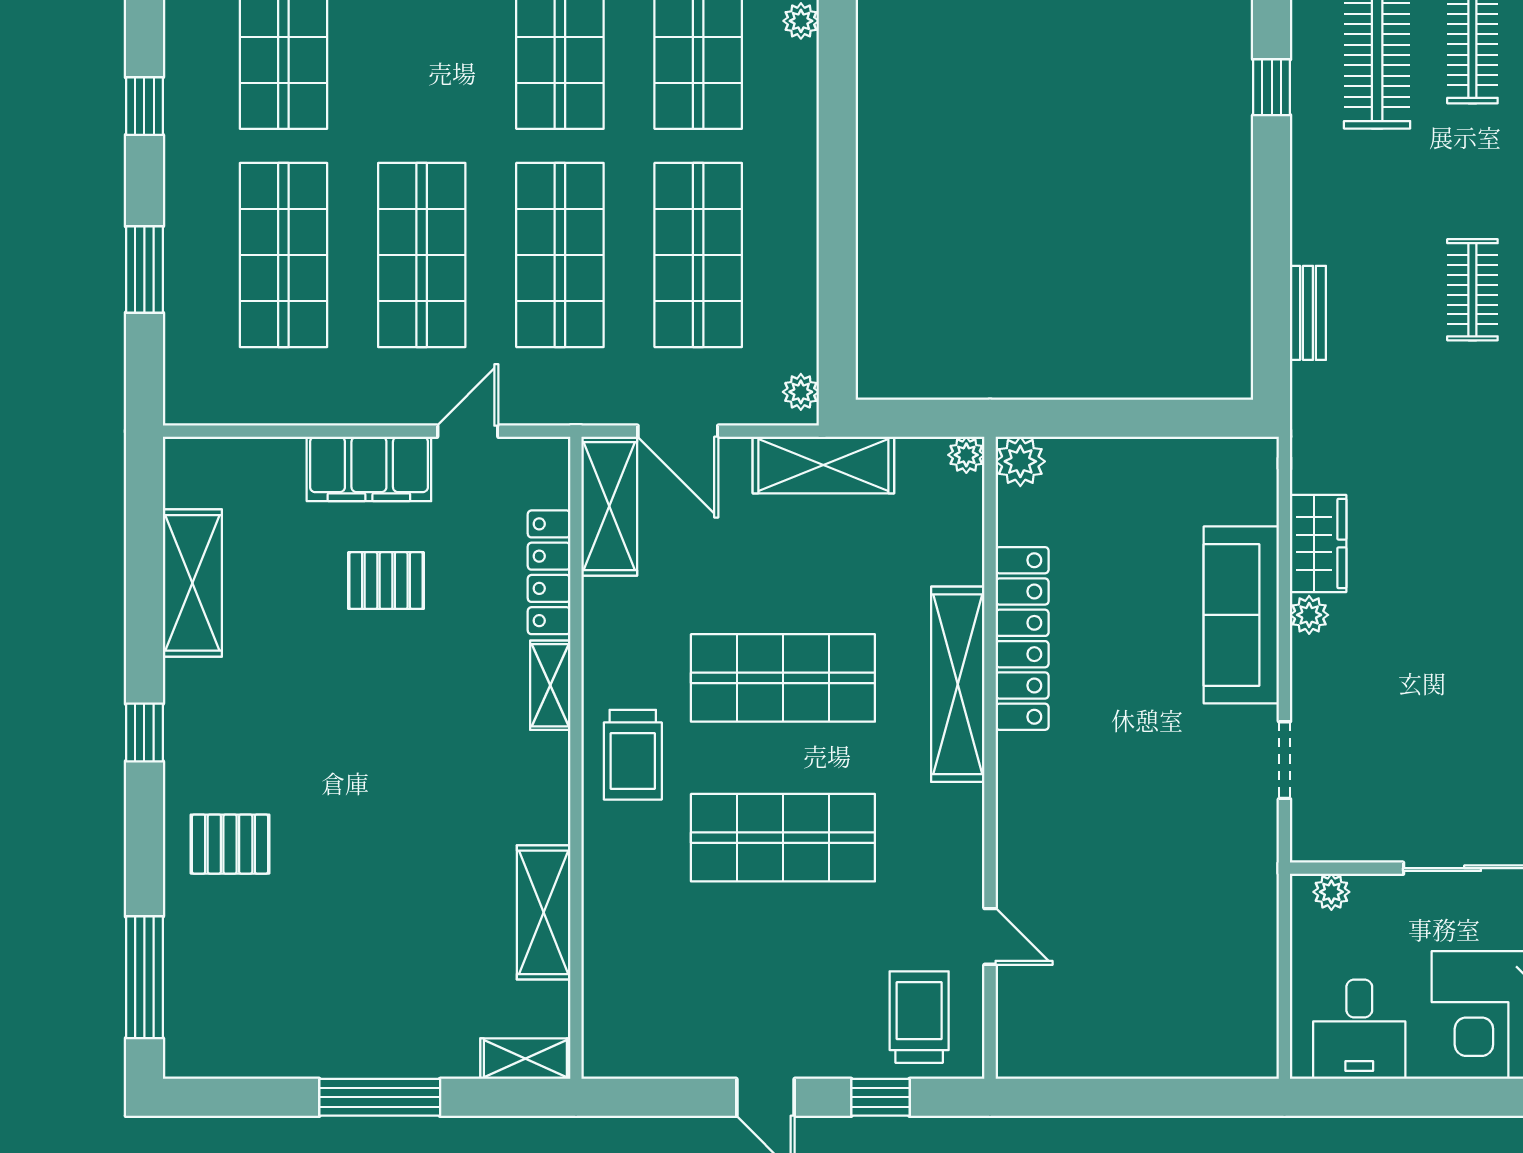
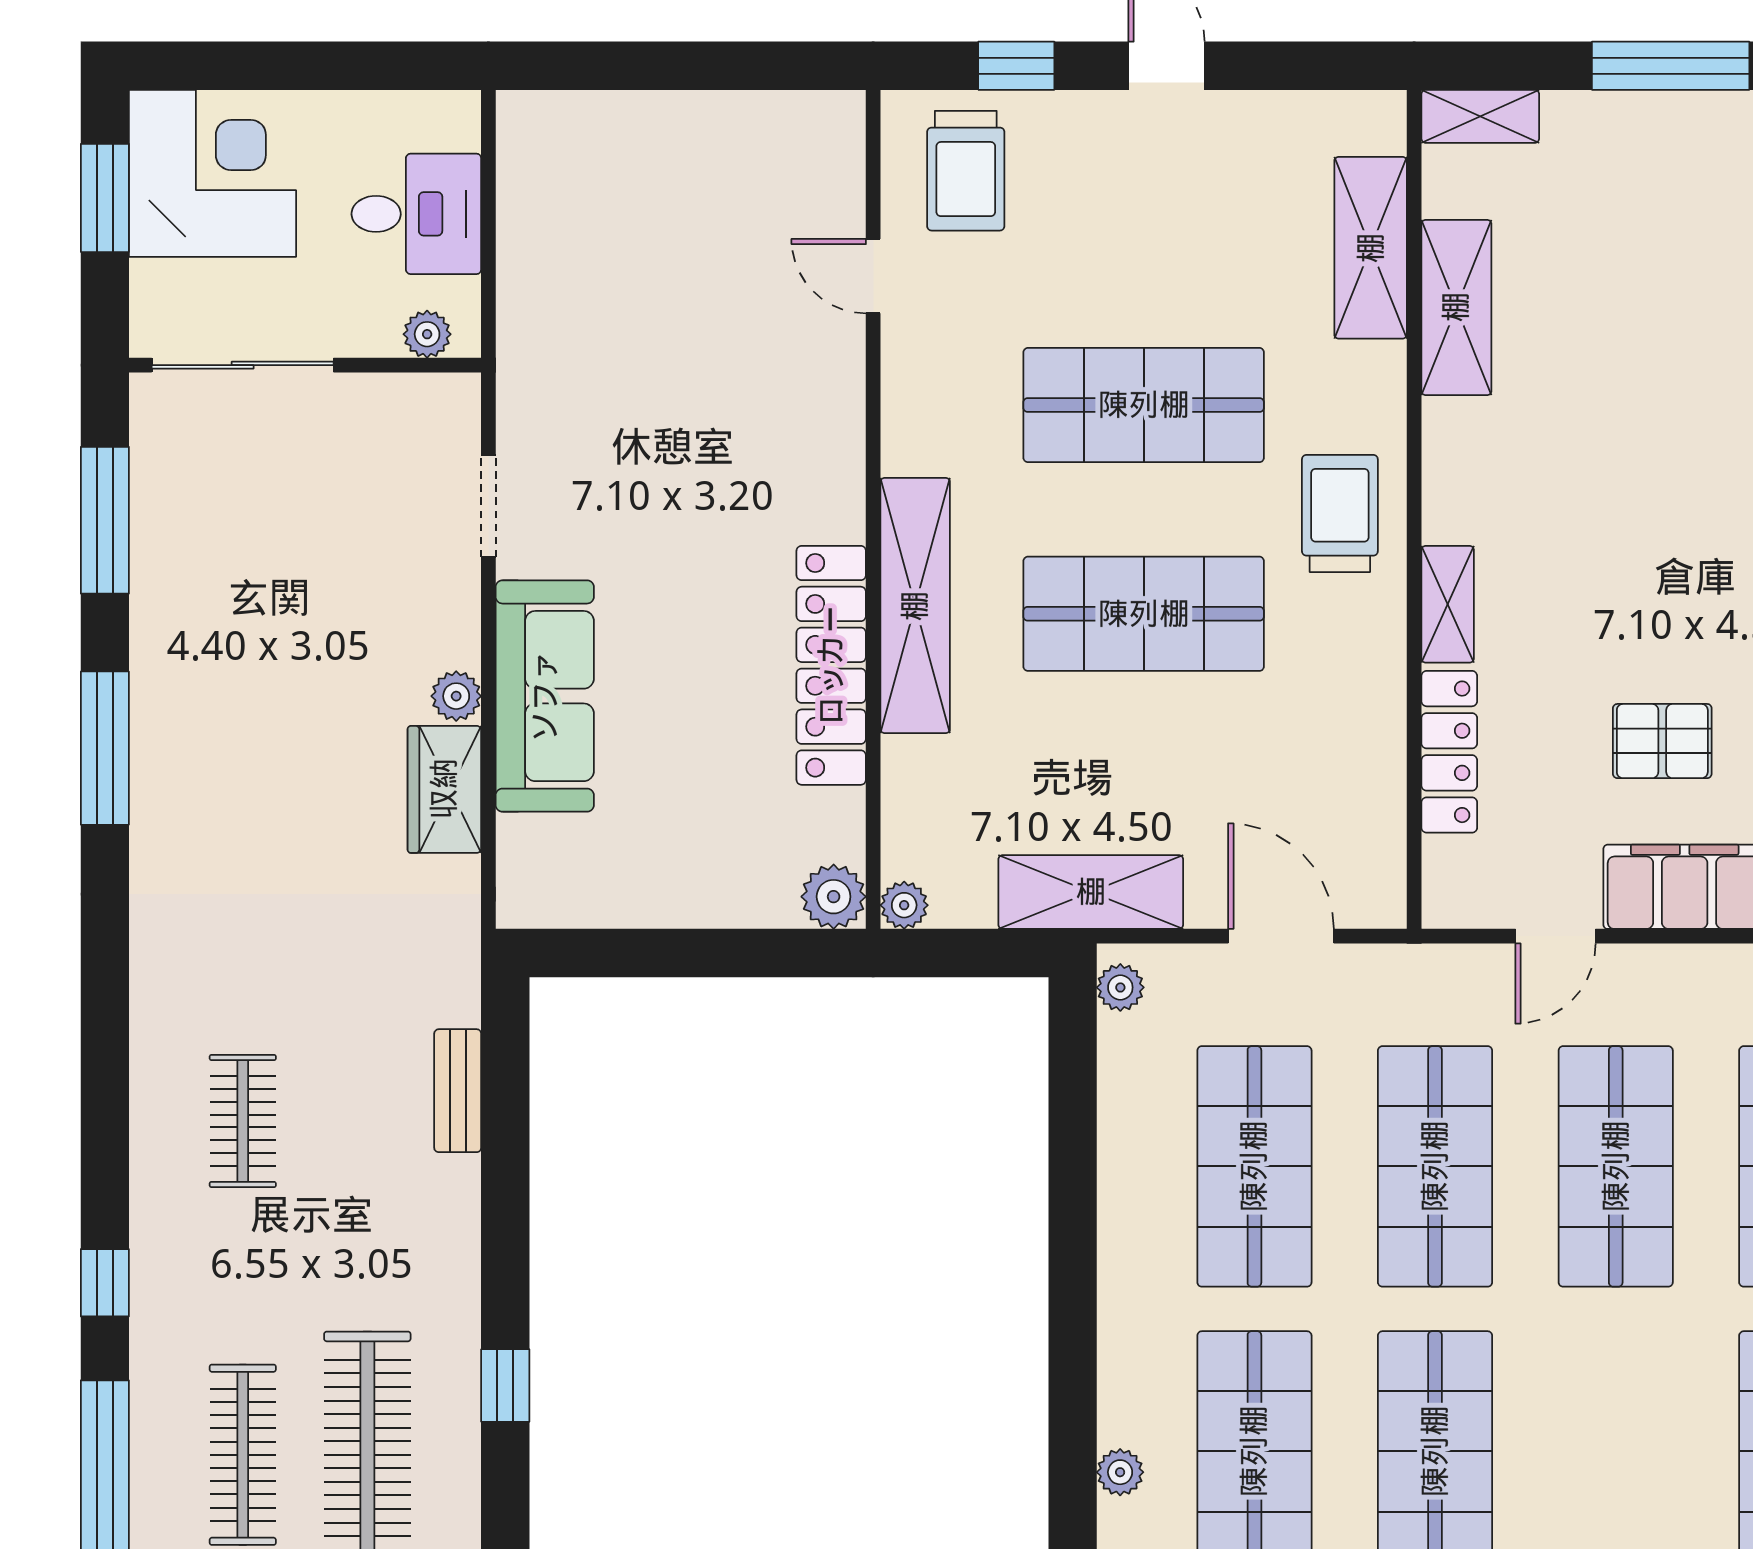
shelving: (609, 506) -> (1371, 248), moved
desk: (1359, 1029) -> (416, 214), moved, turned 90

